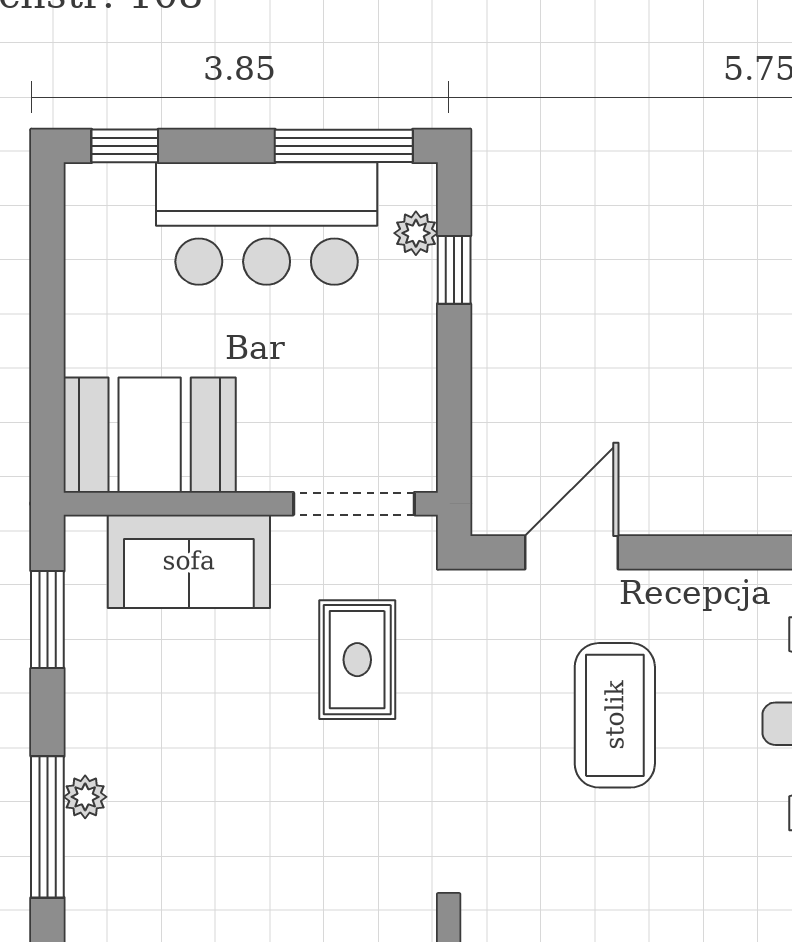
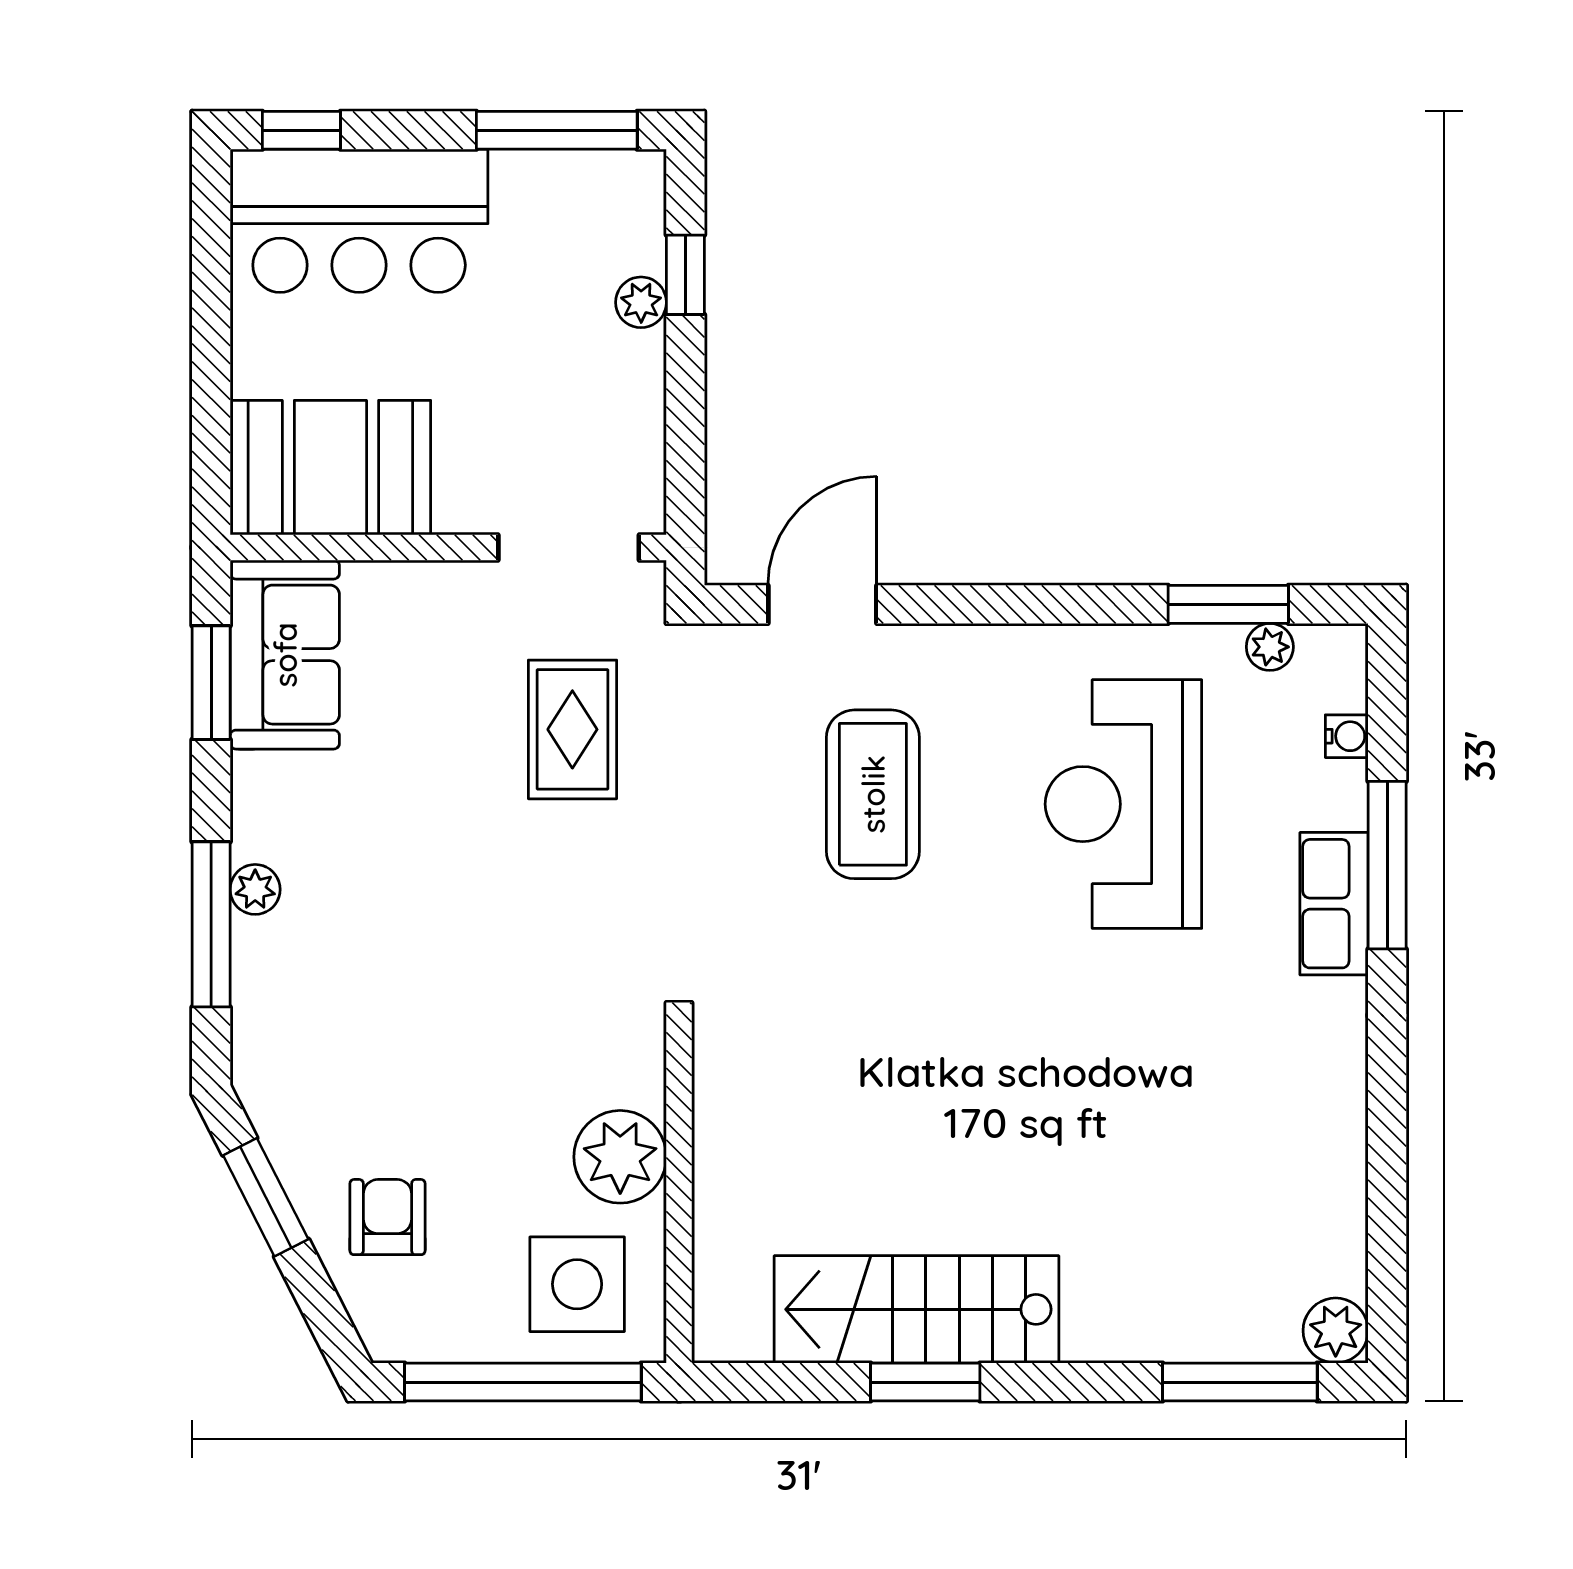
bar counter: (267, 224) -> (359, 221), moved
plant: (416, 233) -> (641, 302), moved
sofa: (189, 561) -> (285, 655), moved, turned -90

